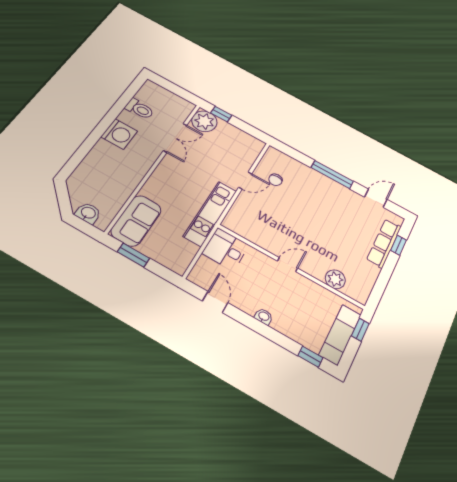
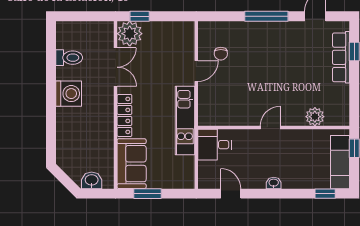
locker: (157, 178) -> (124, 115), added

